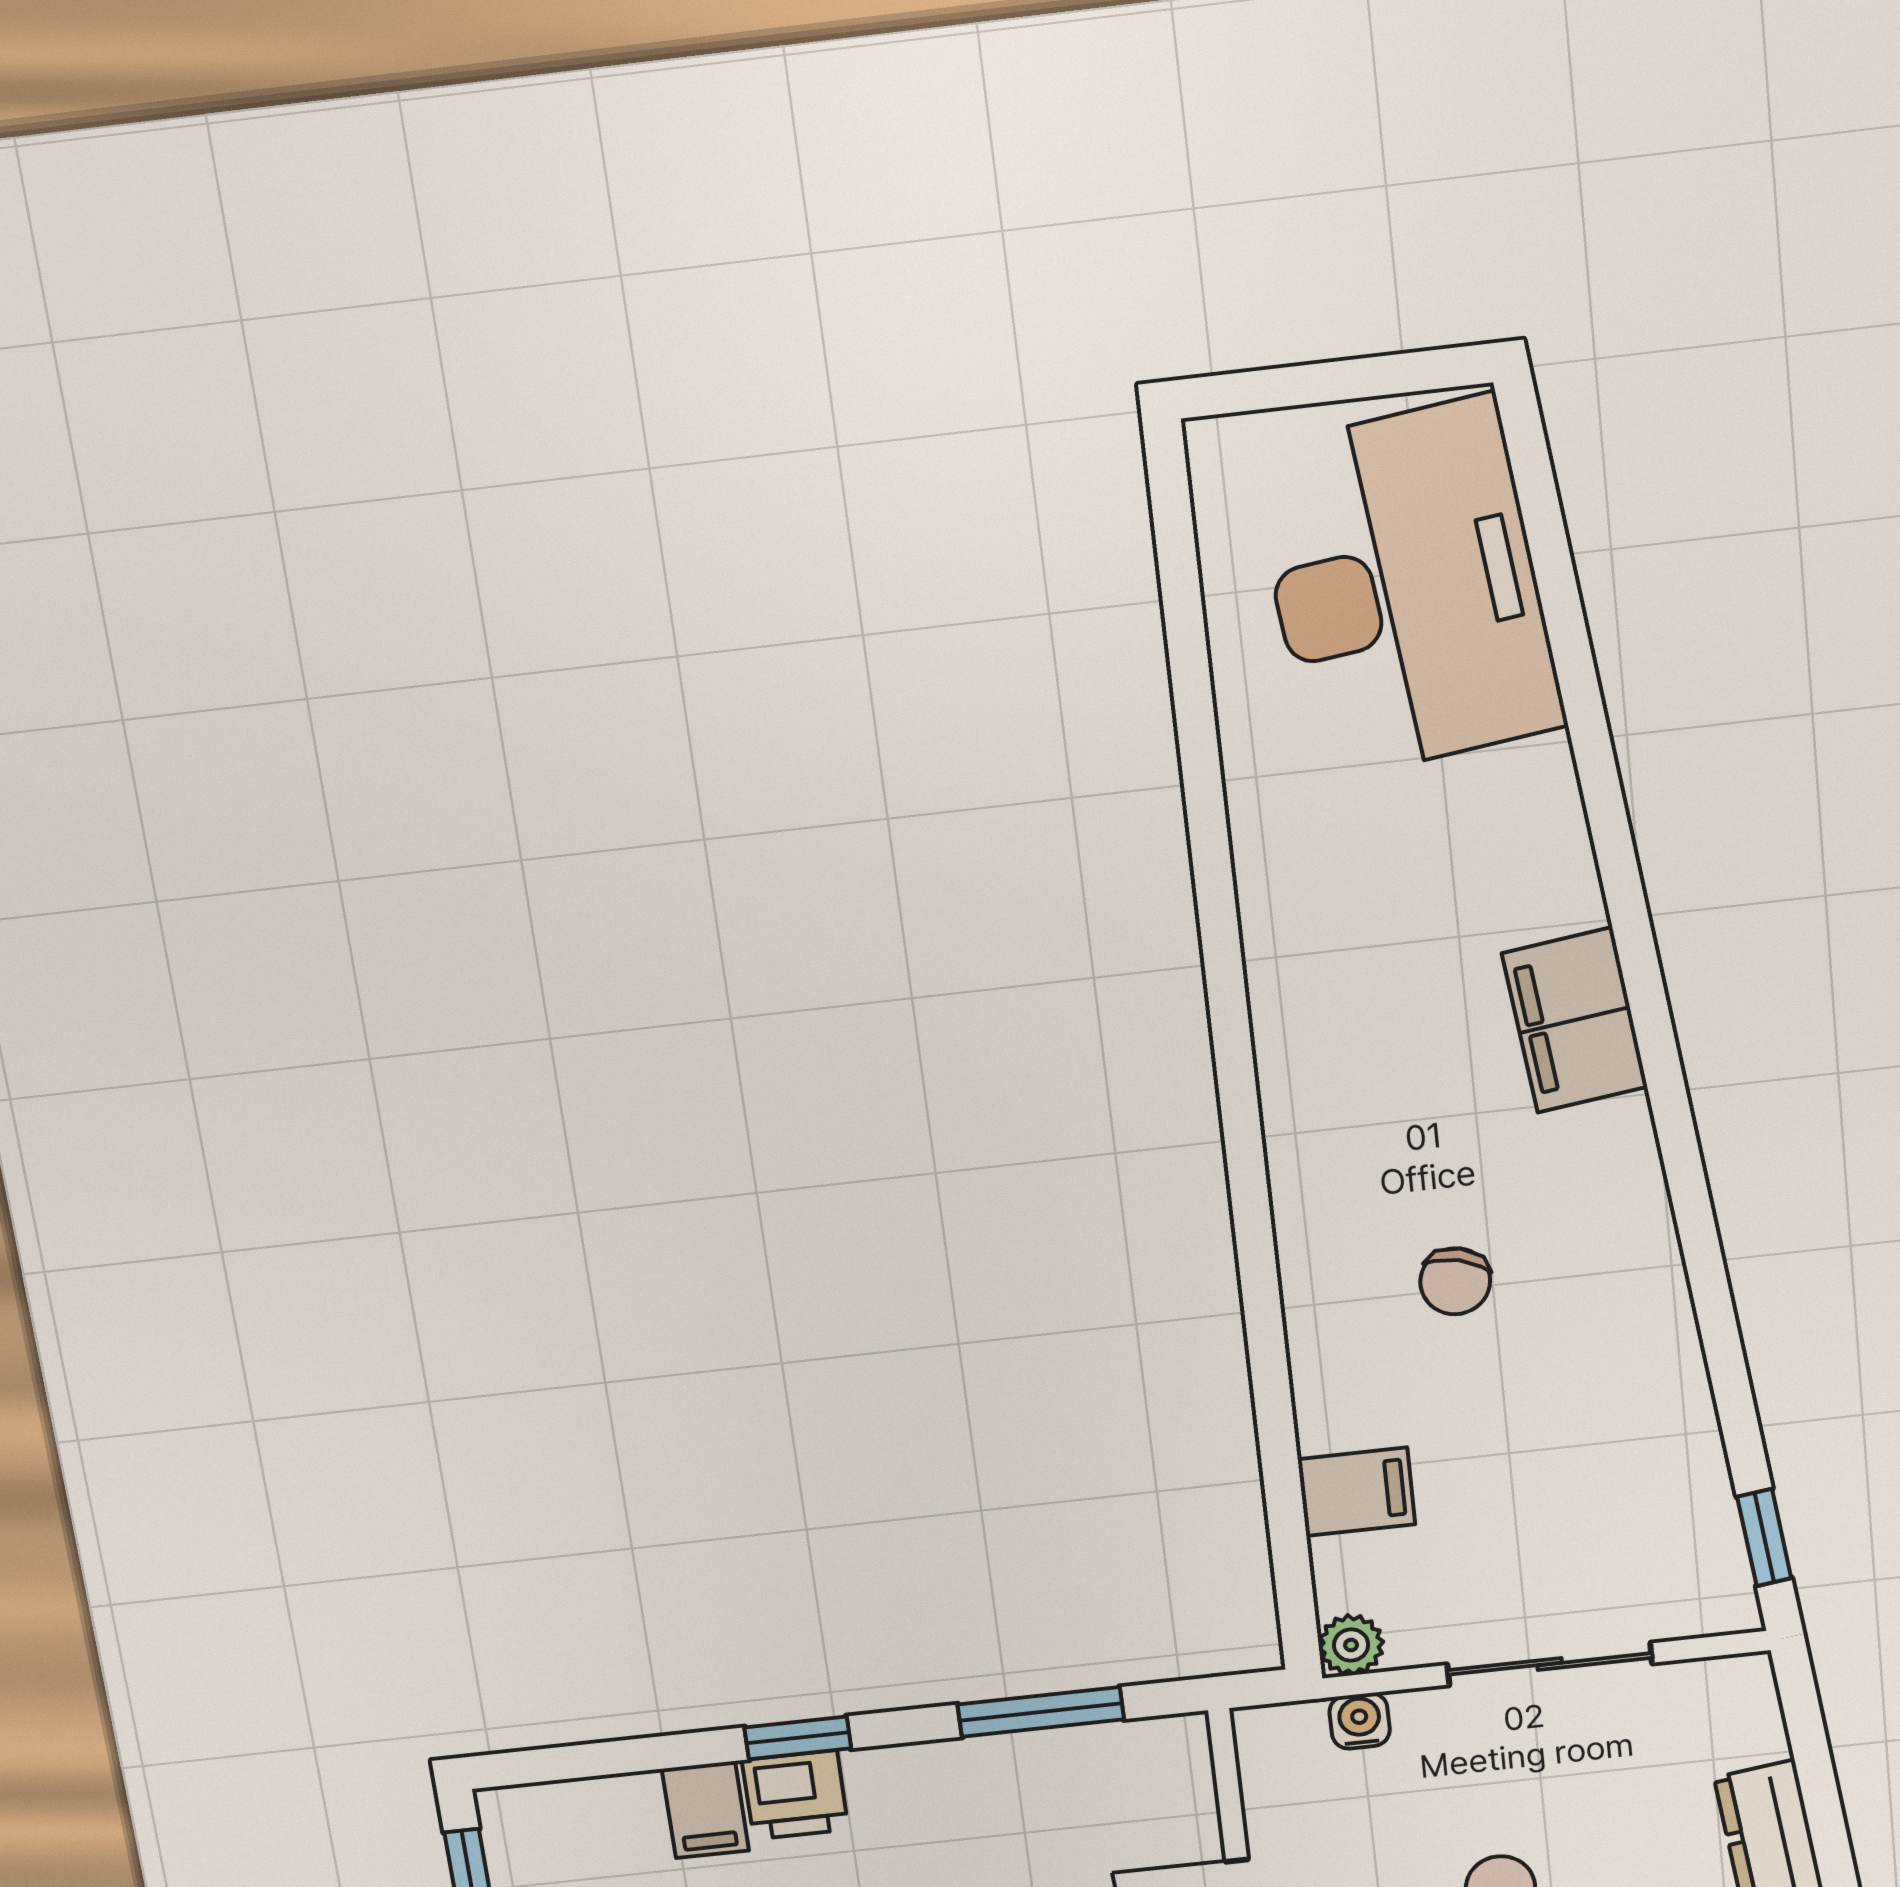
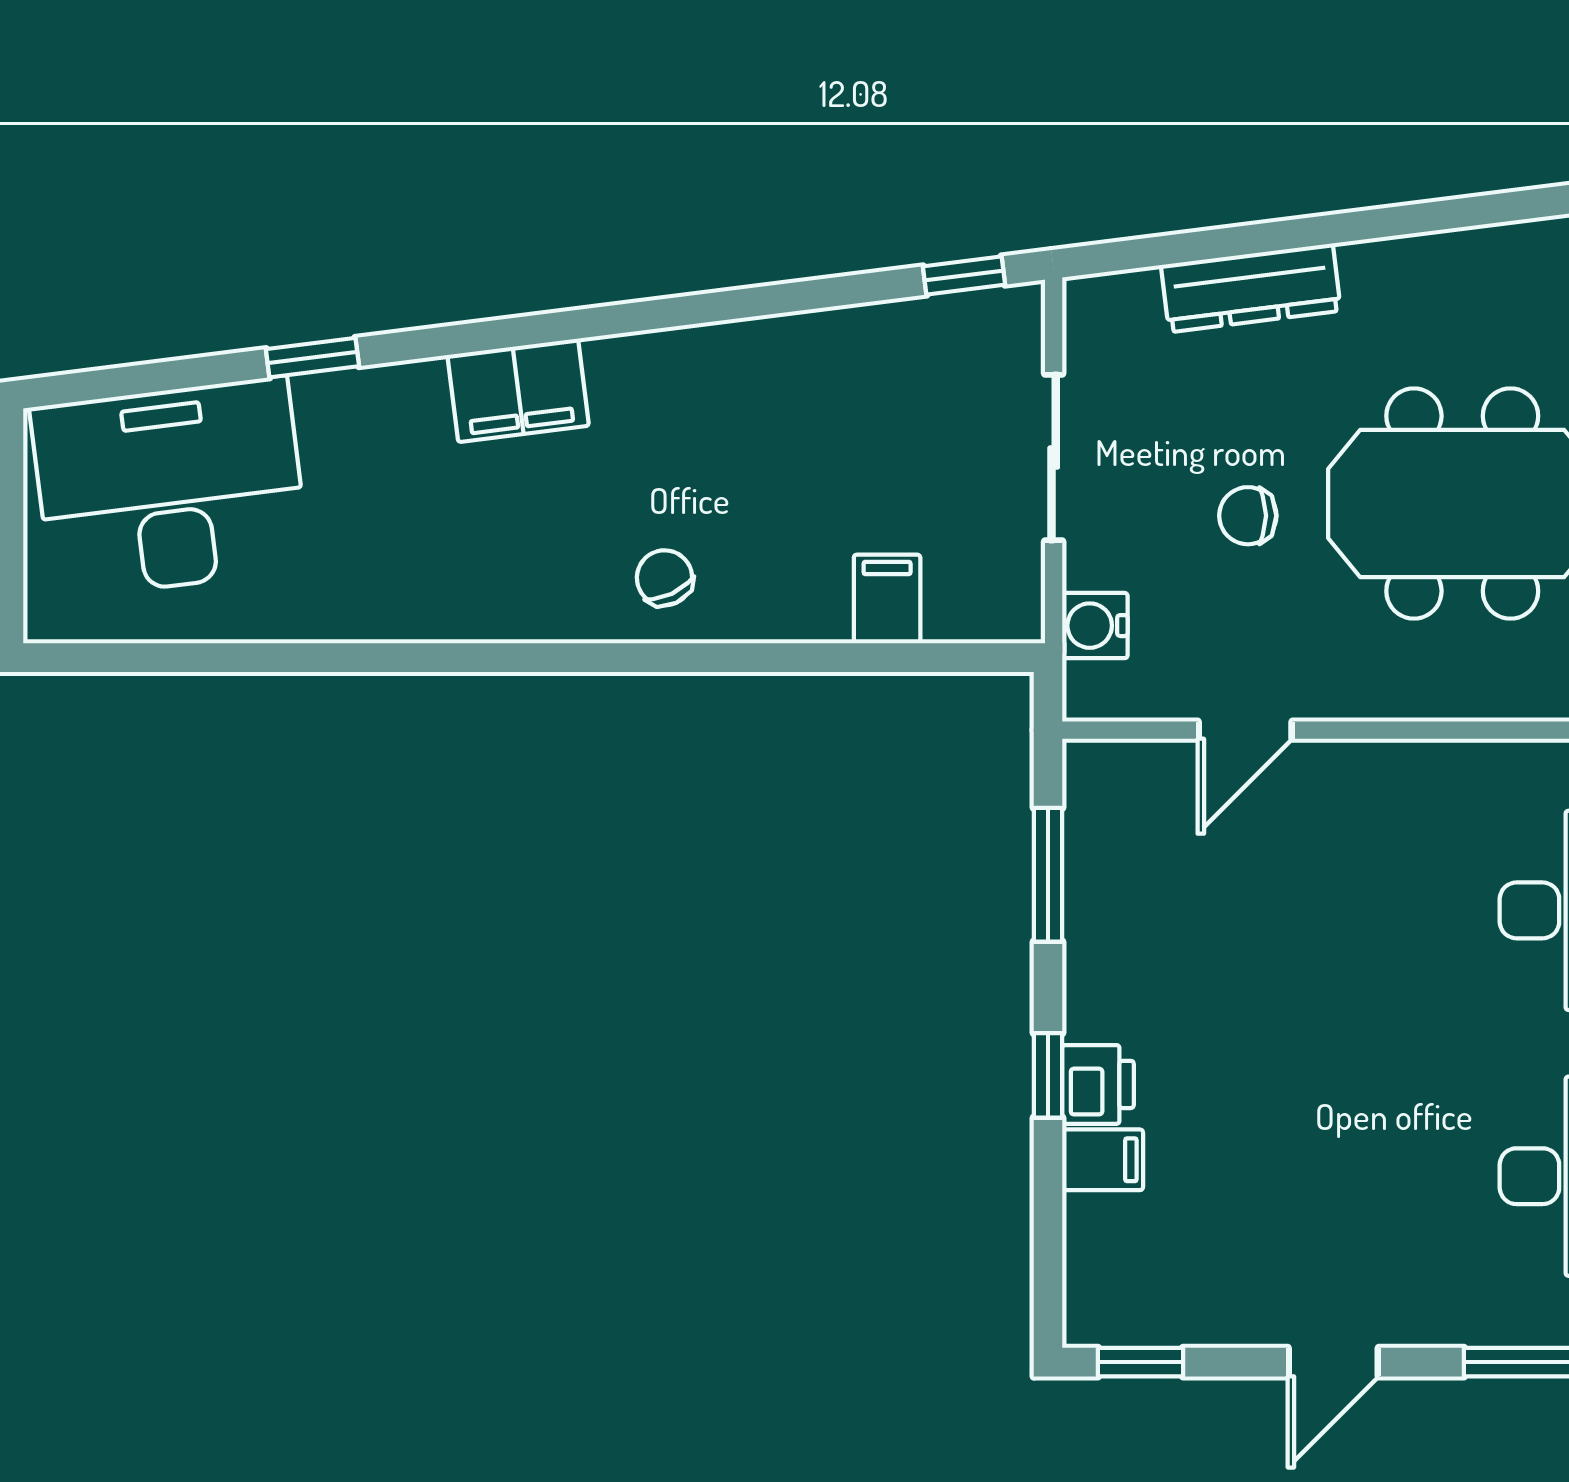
window: (1594, 756) -> (312, 358), added
chair: (1455, 1281) -> (665, 578), moved, turned -129
plant: (1351, 1645) -> (1019, 617), removed
water cooler: (1360, 1721) -> (1095, 626), width x1.38, depth x1.38

